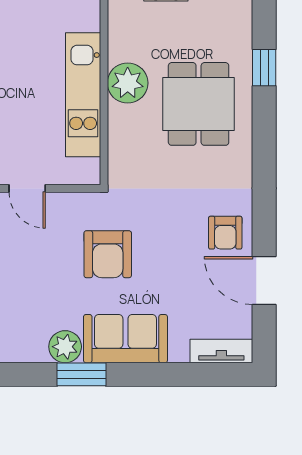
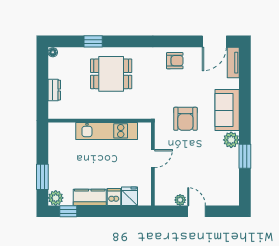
plant: (128, 83) -> (101, 109), removed
armchair: (108, 254) -> (185, 119), turned 90
door: (264, 281) -> (214, 41), moved
window: (81, 374) -> (245, 156), moved

